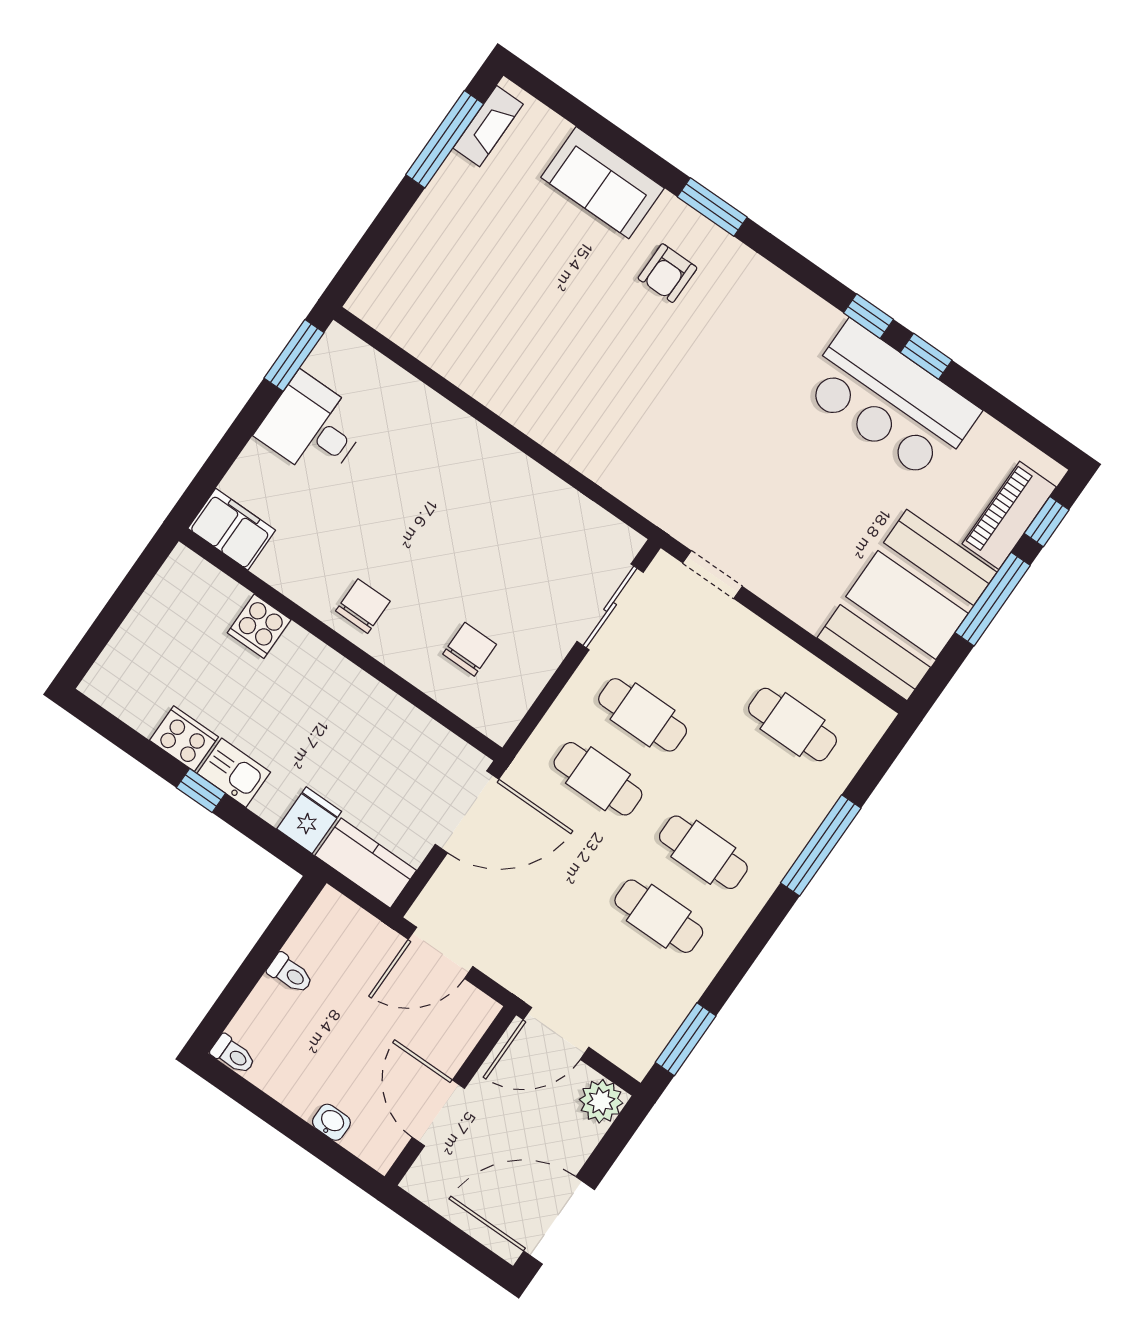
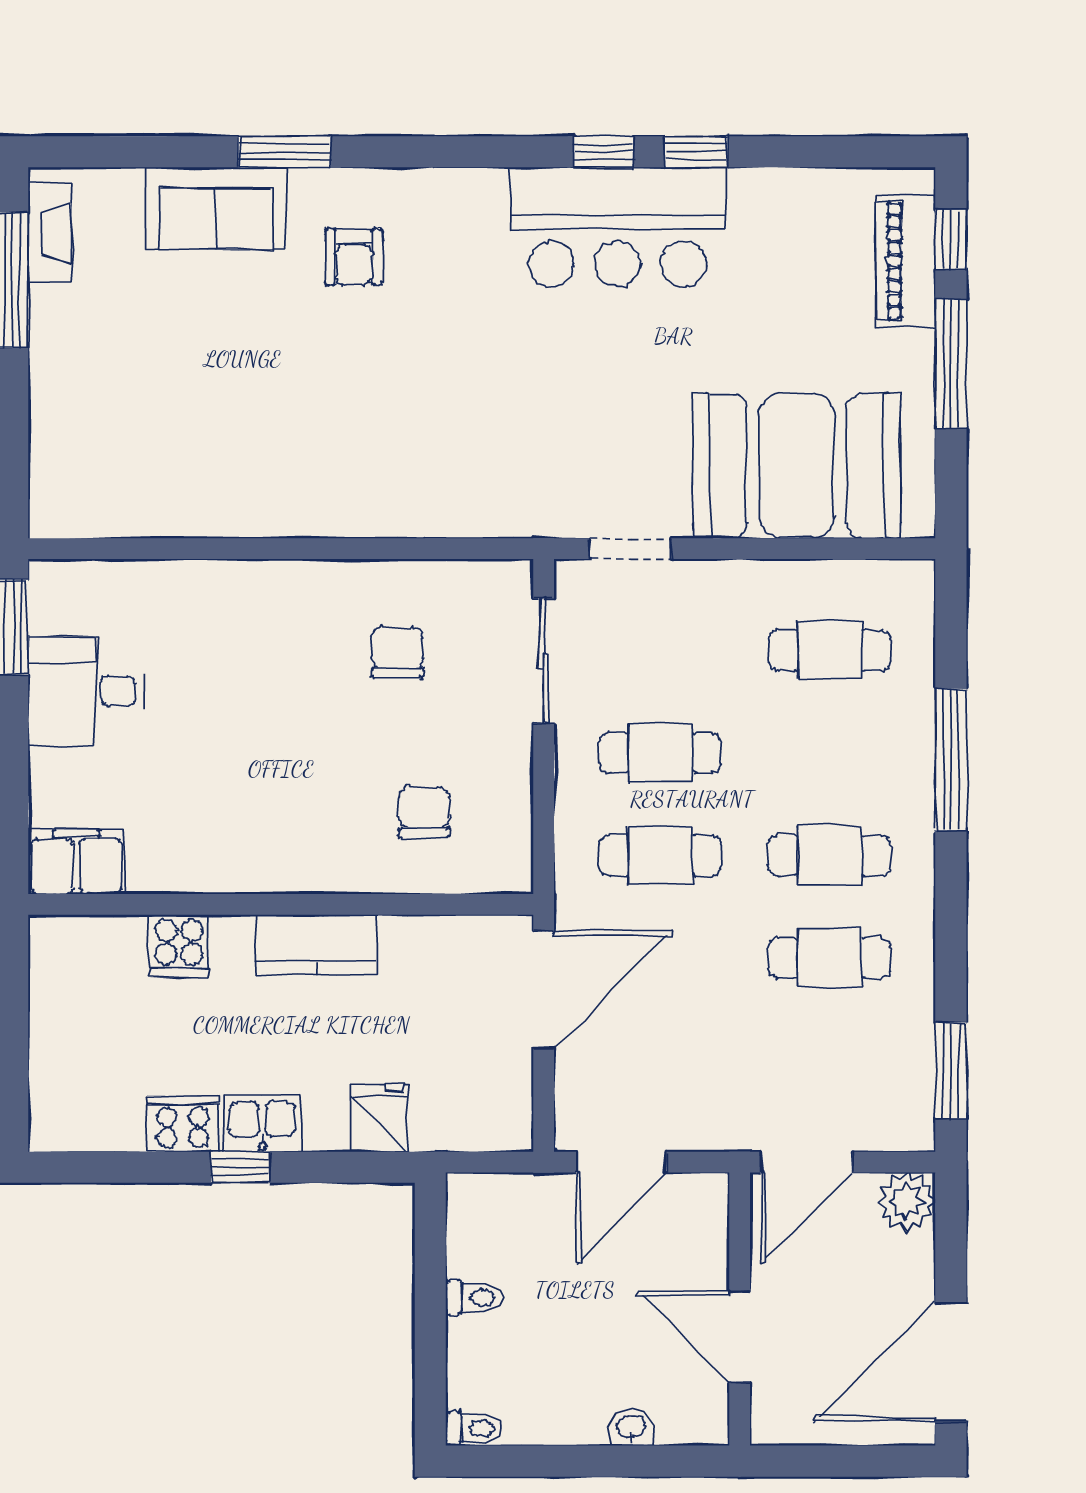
window: (712, 207) -> (285, 152), moved
bar counter: (890, 401) -> (617, 227), moved
booth: (907, 605) -> (797, 466), moved, turned 90
chair: (363, 606) -> (397, 652), moved
kitchen counter: (366, 863) -> (316, 945), moved, turned 180

